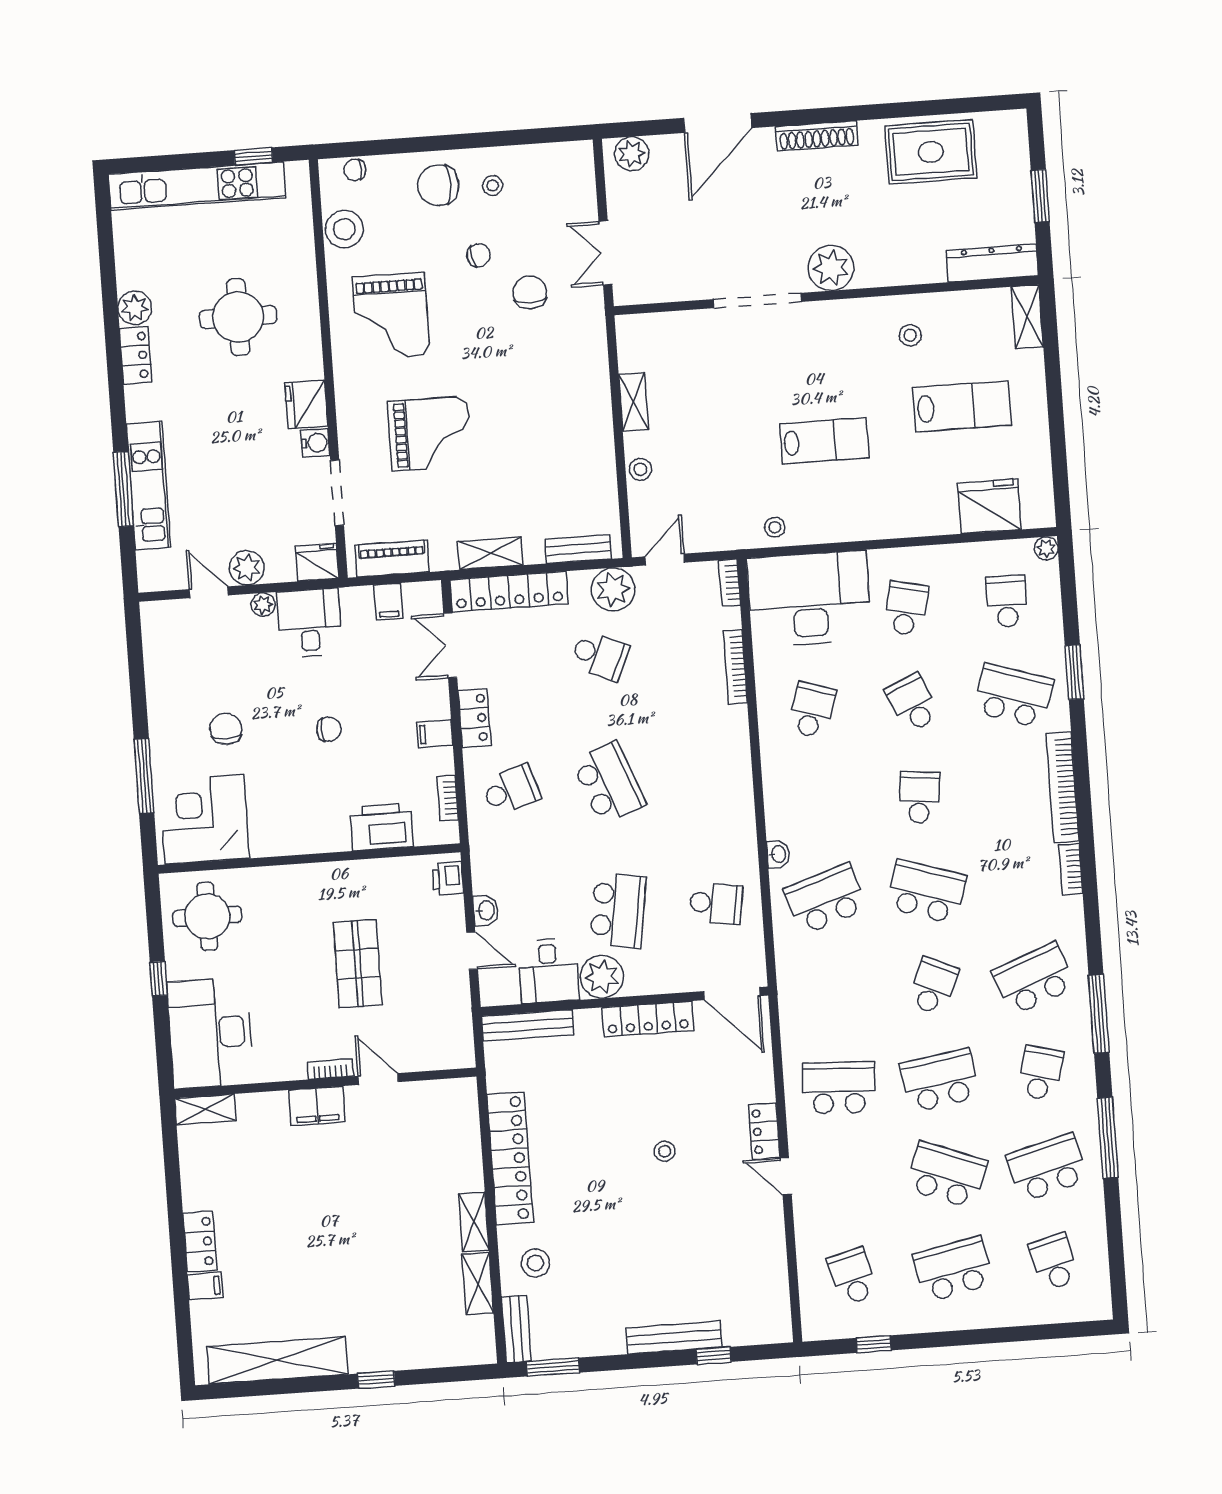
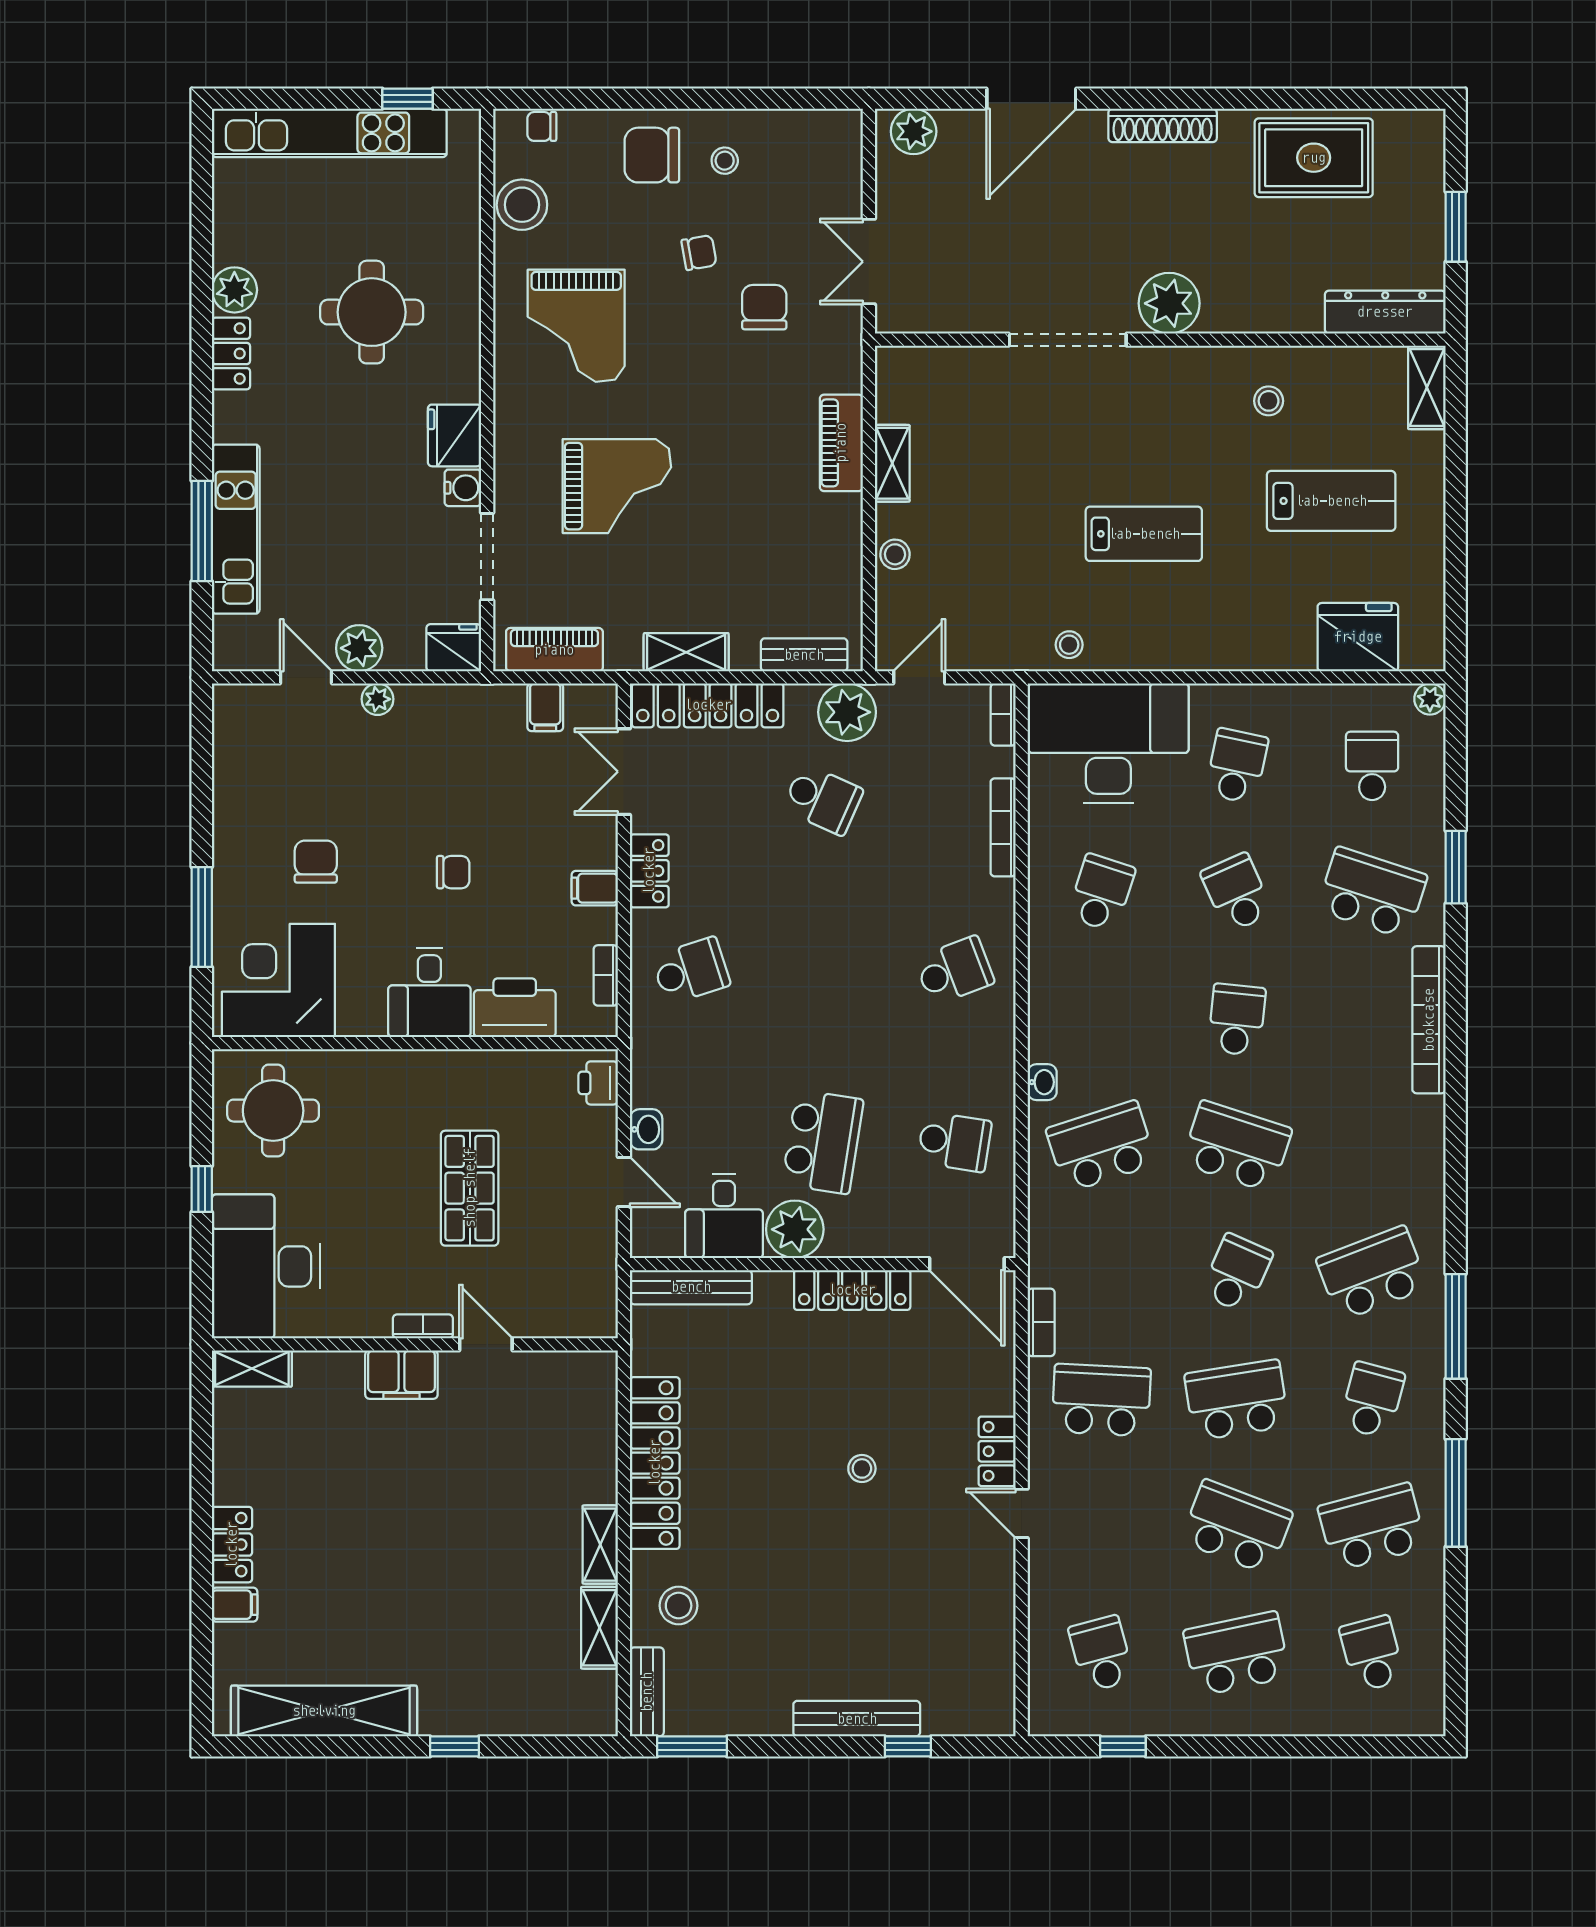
piano: (595, 389) -> (841, 443), added
desk: (309, 623) -> (429, 993), moved, turned 180
school desk: (609, 783) -> (954, 971), moved, width x0.54
bookcase: (1071, 869) -> (1041, 1322), moved, turned 180

